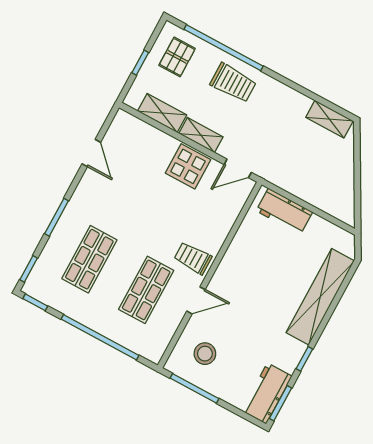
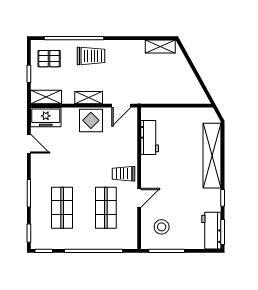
pallet: (177, 57) -> (49, 59), turned 90
shelving: (162, 113) -> (46, 97), moved
freezer: (132, 130) -> (46, 117), added
workbench: (284, 211) -> (150, 137), moved, turned -90

